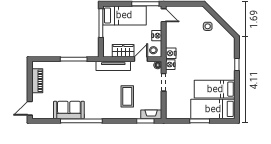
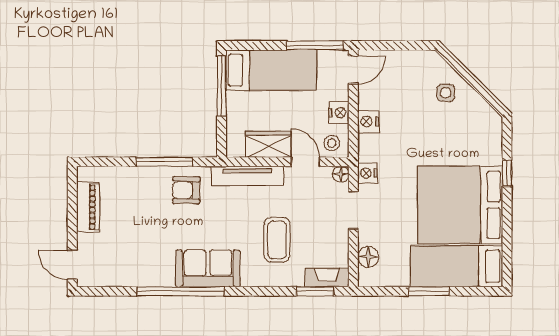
door: (164, 15) -> (353, 70), hinge flipped
nightstand: (171, 53) -> (368, 122), moved
door: (141, 59) -> (305, 162), hinge flipped
armchair: (84, 73) -> (186, 190), added
bed: (215, 89) -> (460, 205), width x2.04
floor lamp: (171, 104) -> (368, 257), added
door: (30, 108) -> (72, 265), hinge flipped
sofa: (69, 110) -> (208, 268), moved

